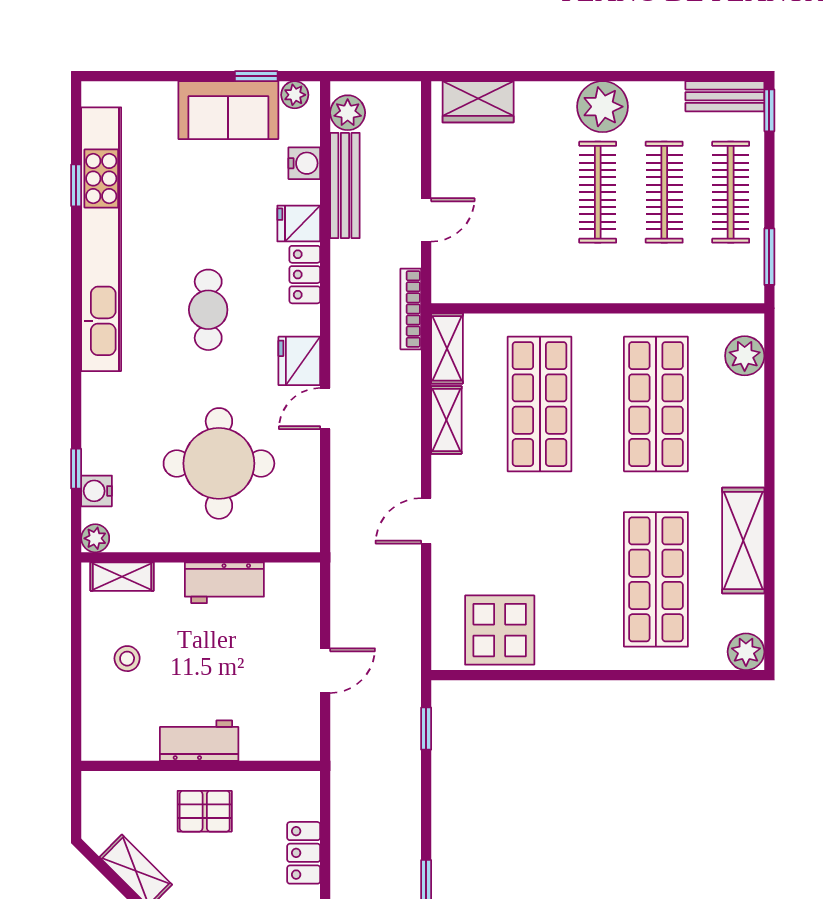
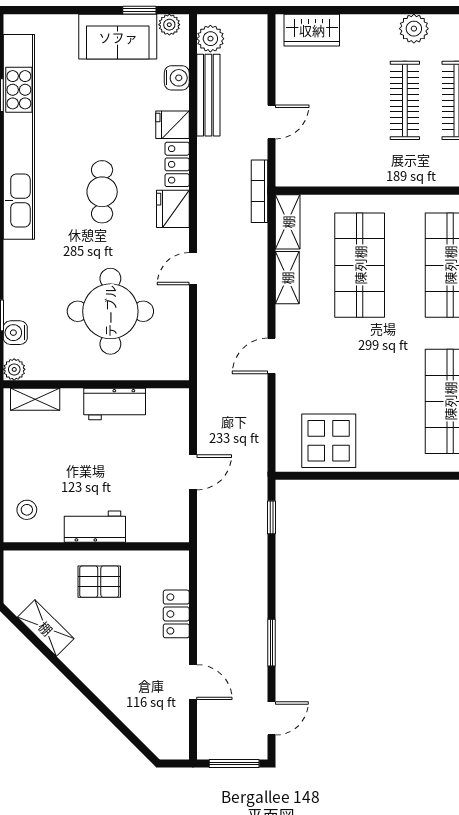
plant: (603, 107) -> (414, 29), width x0.73, depth x0.73
fridge: (299, 361) -> (173, 209), moved
stool: (127, 659) -> (27, 510), moved

